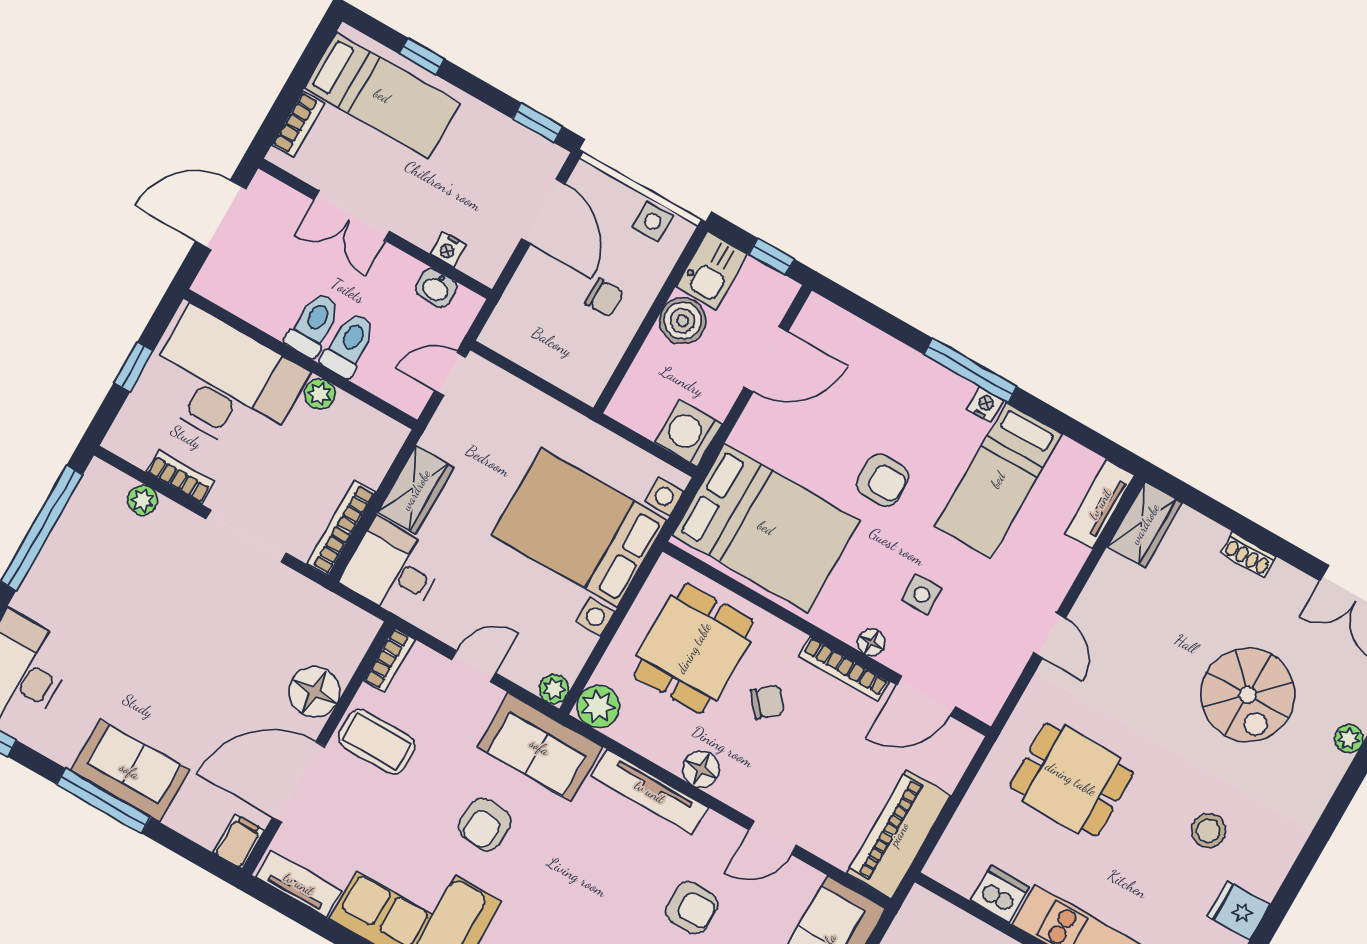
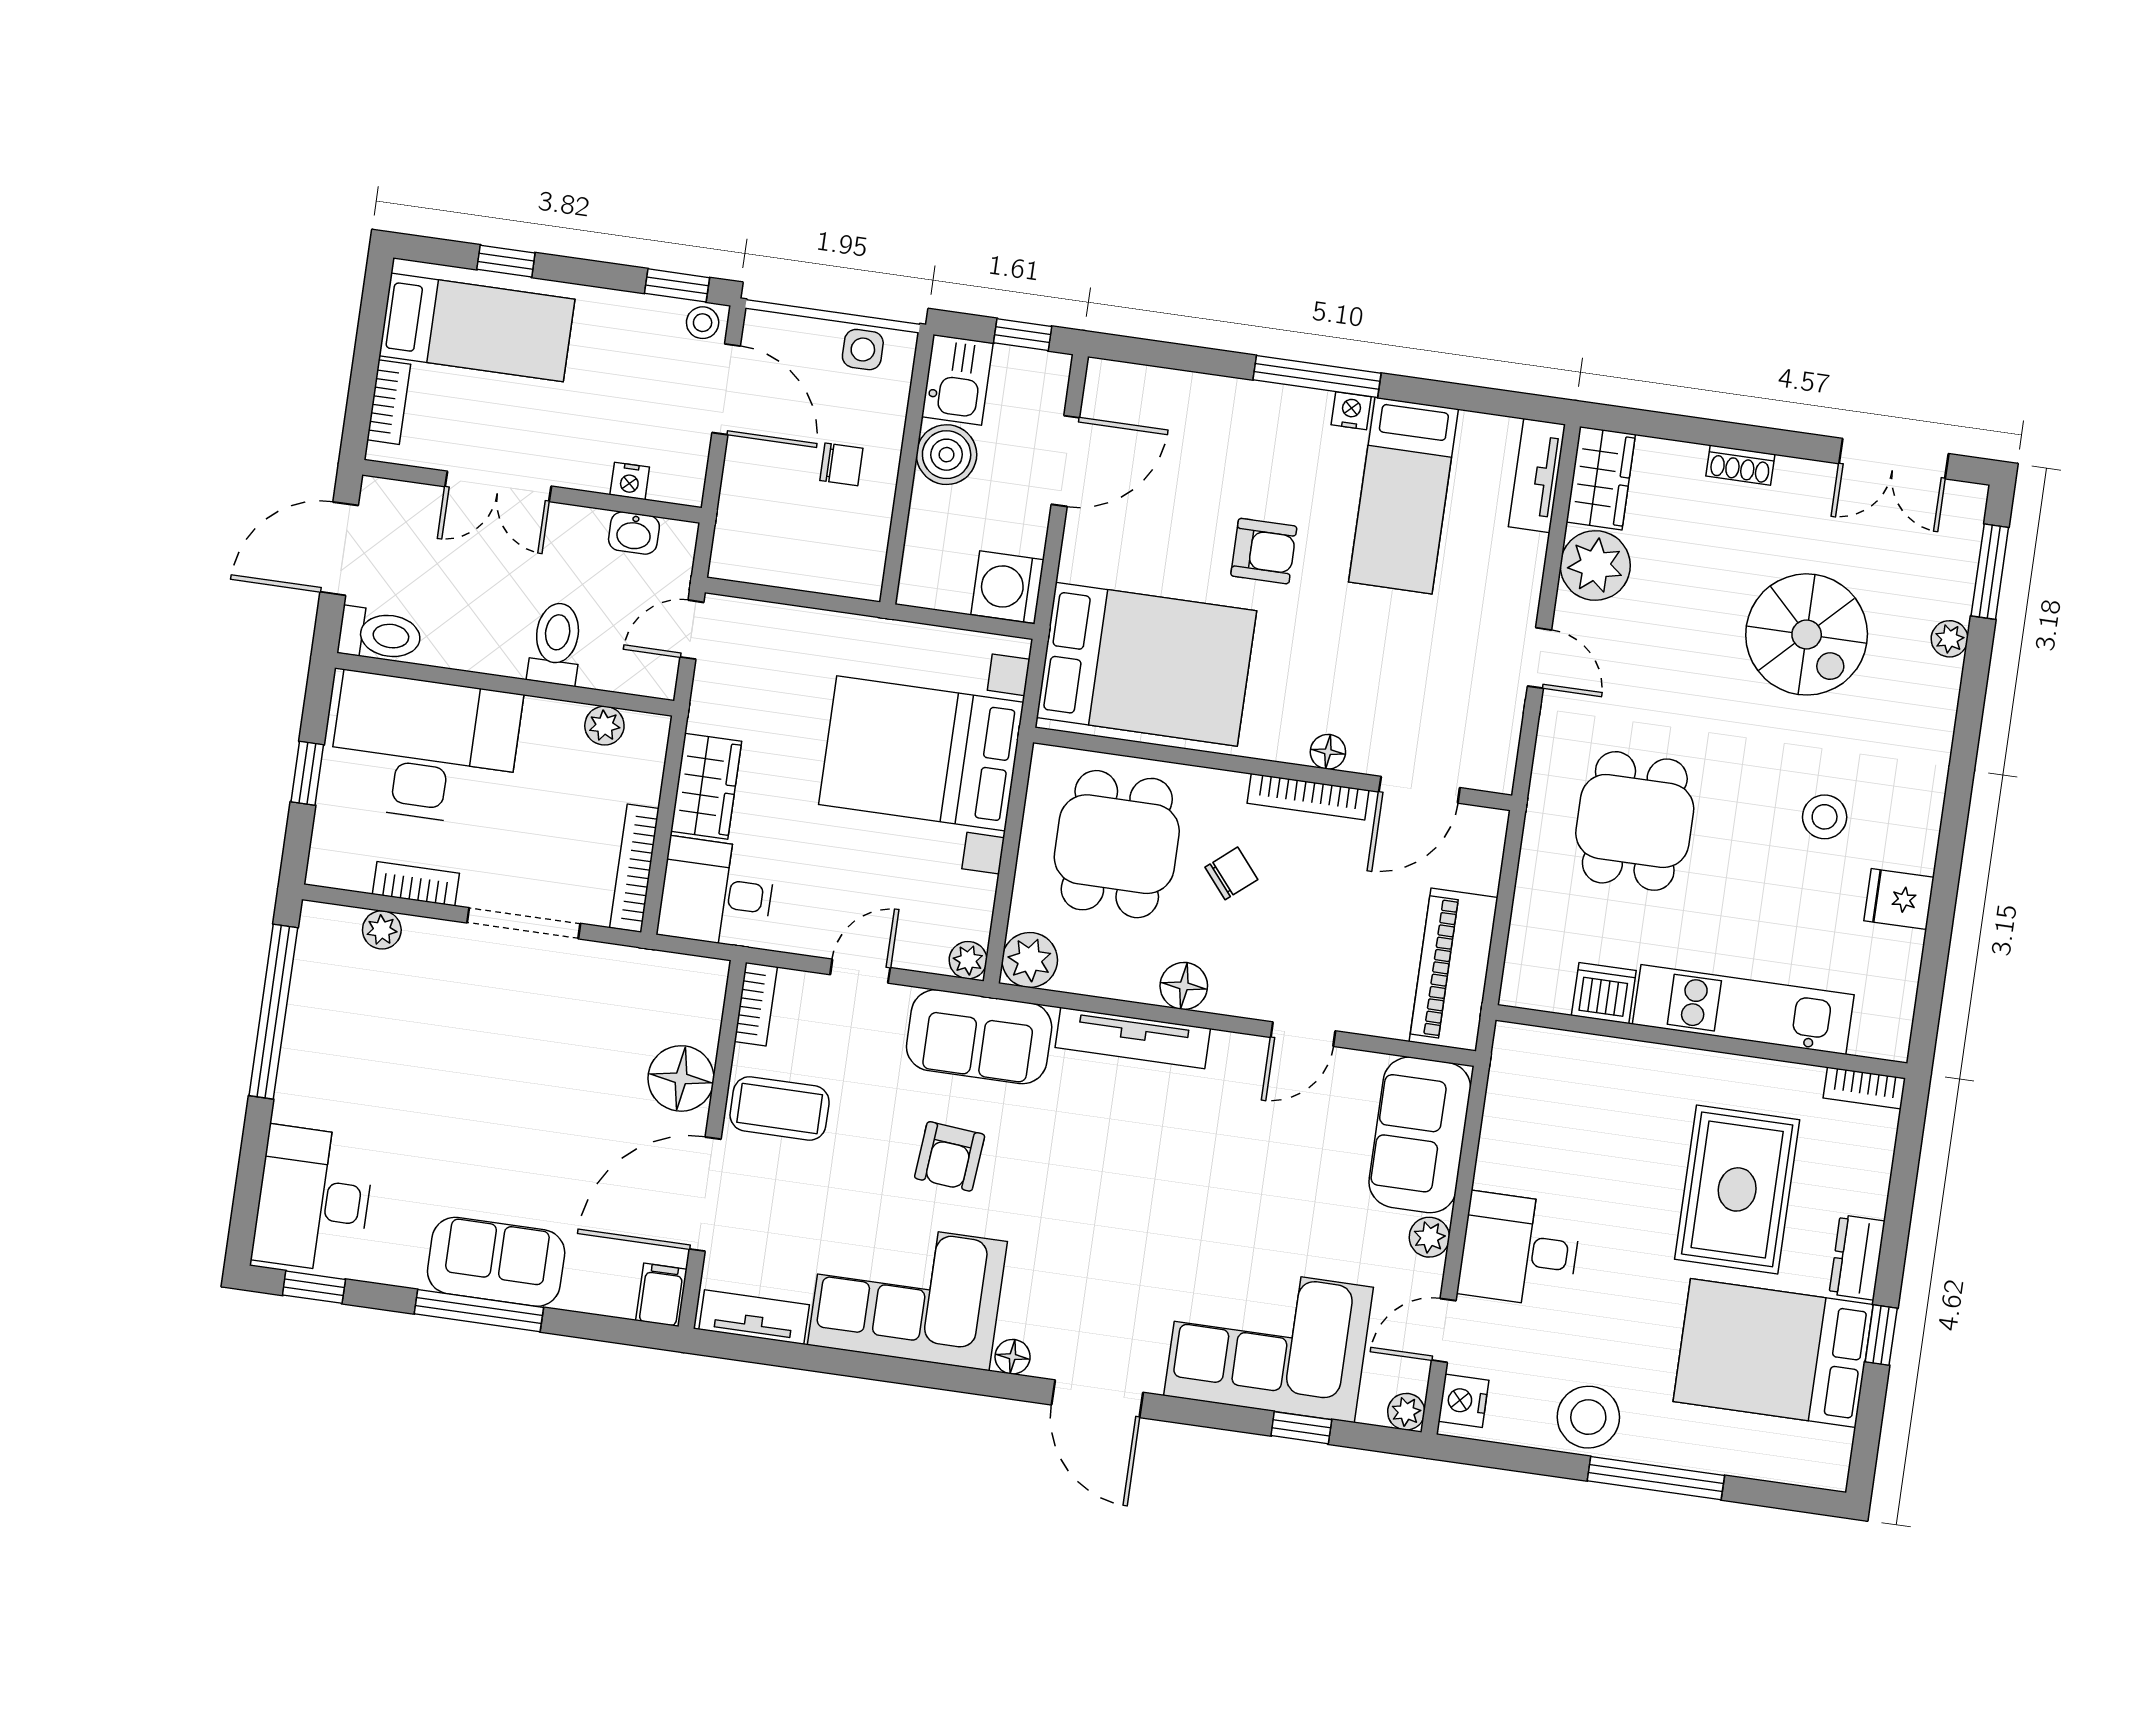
stool: (545, 157) -> (703, 323), added
toilet: (314, 325) -> (380, 634), moved, turned 90
plant: (320, 394) -> (604, 726), moved
plant: (1116, 585) -> (1595, 565), added
side table: (922, 595) -> (1366, 670), removed
dining table: (1071, 779) -> (1635, 821), turned 90
armchair: (692, 907) -> (1239, 1157), removed

